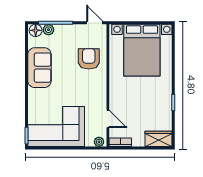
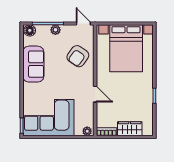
plant: (48, 30) -> (56, 30), moved
armchair: (89, 59) -> (78, 56), turned -145
door: (108, 119) -> (95, 94), moved
wardrobe: (158, 139) -> (130, 129), moved

